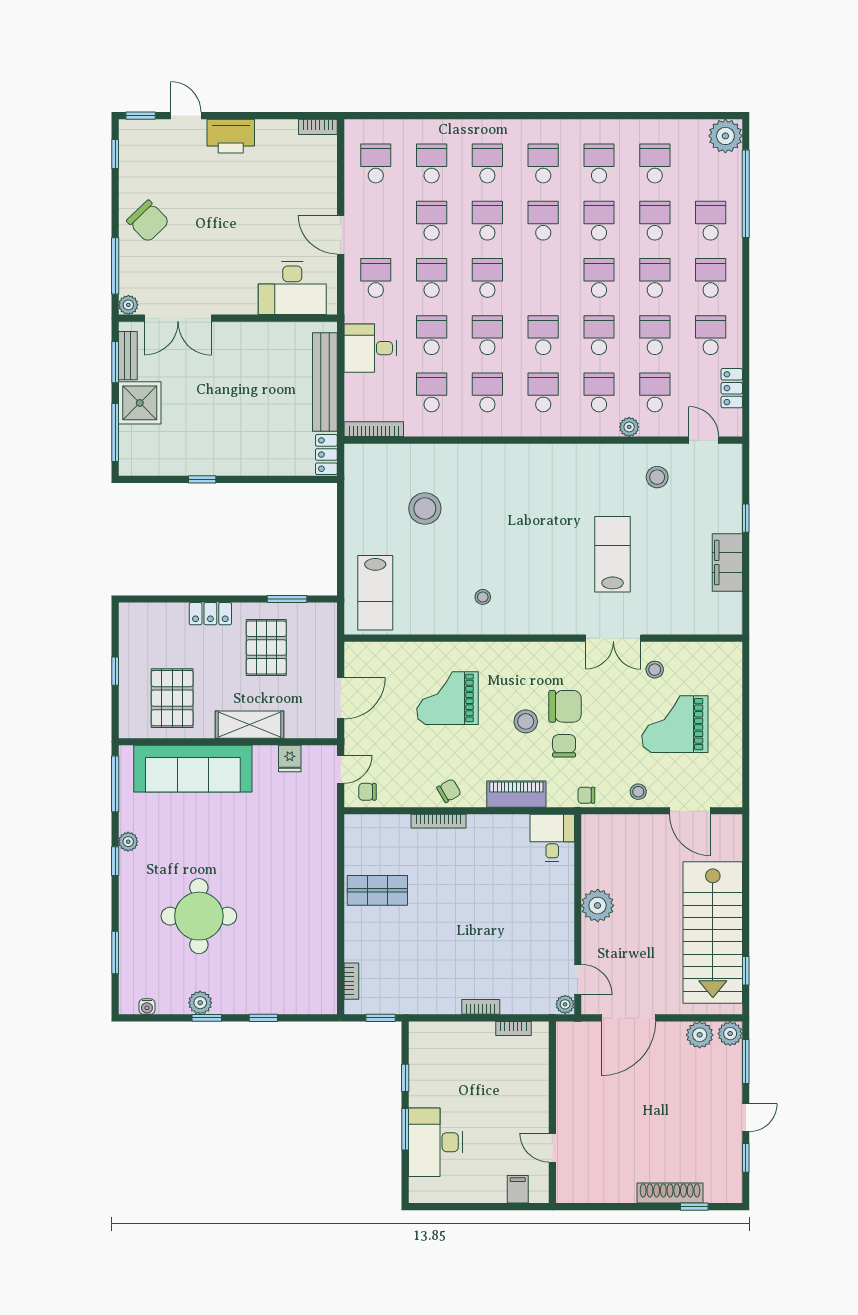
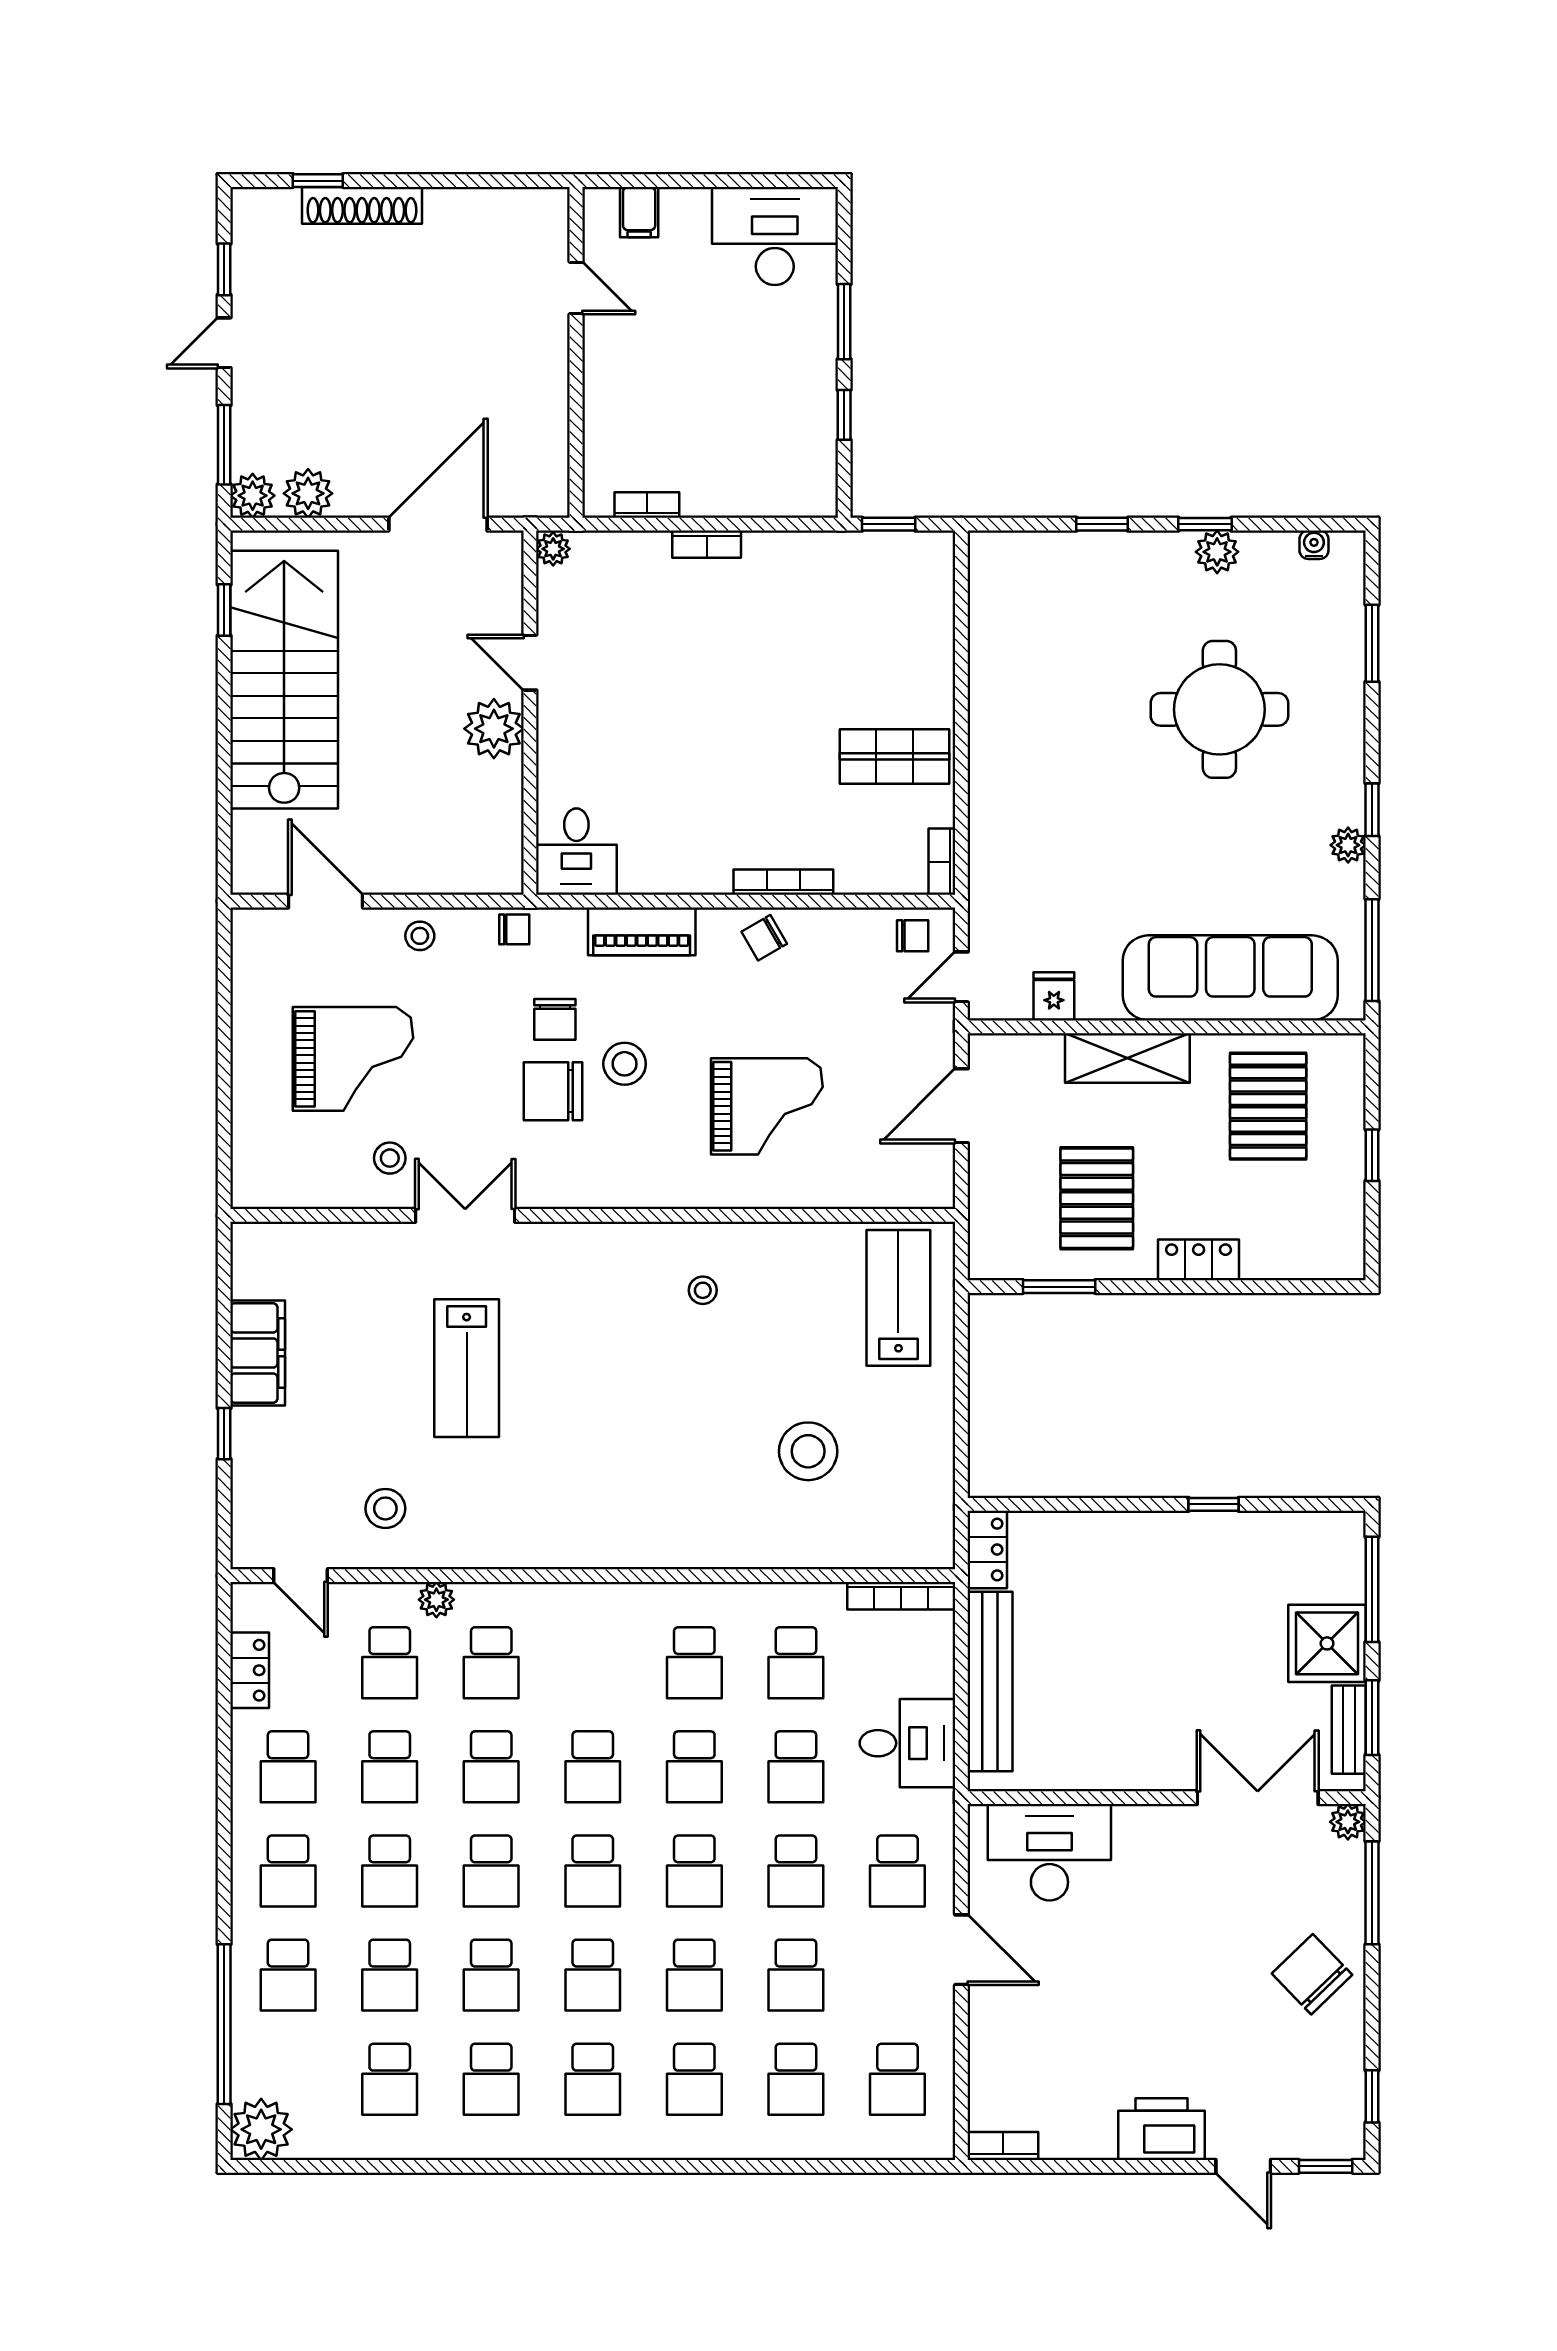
school desk: (543, 392) -> (593, 1871), moved
door: (578, 980) -> (530, 663), moved
bookcase: (351, 981) -> (942, 862), moved
desk: (436, 1142) -> (775, 236), moved, turned -90

